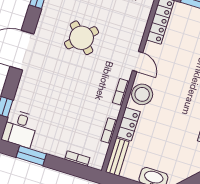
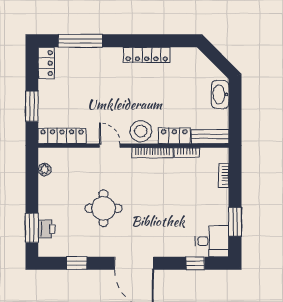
round table: (82, 38) -> (103, 208), turned 45
door: (138, 62) -> (110, 146), hinge flipped
bookcase: (121, 92) -> (152, 153), width x1.56

